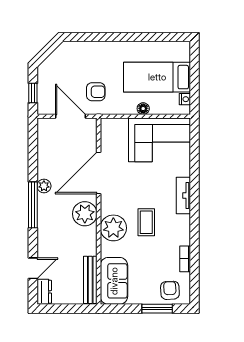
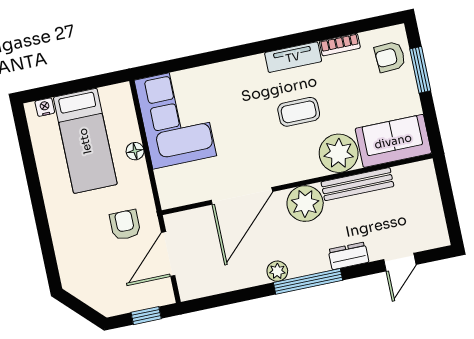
nightstand: (185, 99) -> (45, 107), moved
door: (99, 173) -> (242, 196), hinge flipped
tv unit: (183, 195) -> (293, 57), moved
plant: (113, 228) -> (339, 153), moved
door: (33, 268) -> (400, 262), swing flipped
bench: (90, 280) -> (357, 184), moved
dresser: (44, 292) -> (348, 256), moved

